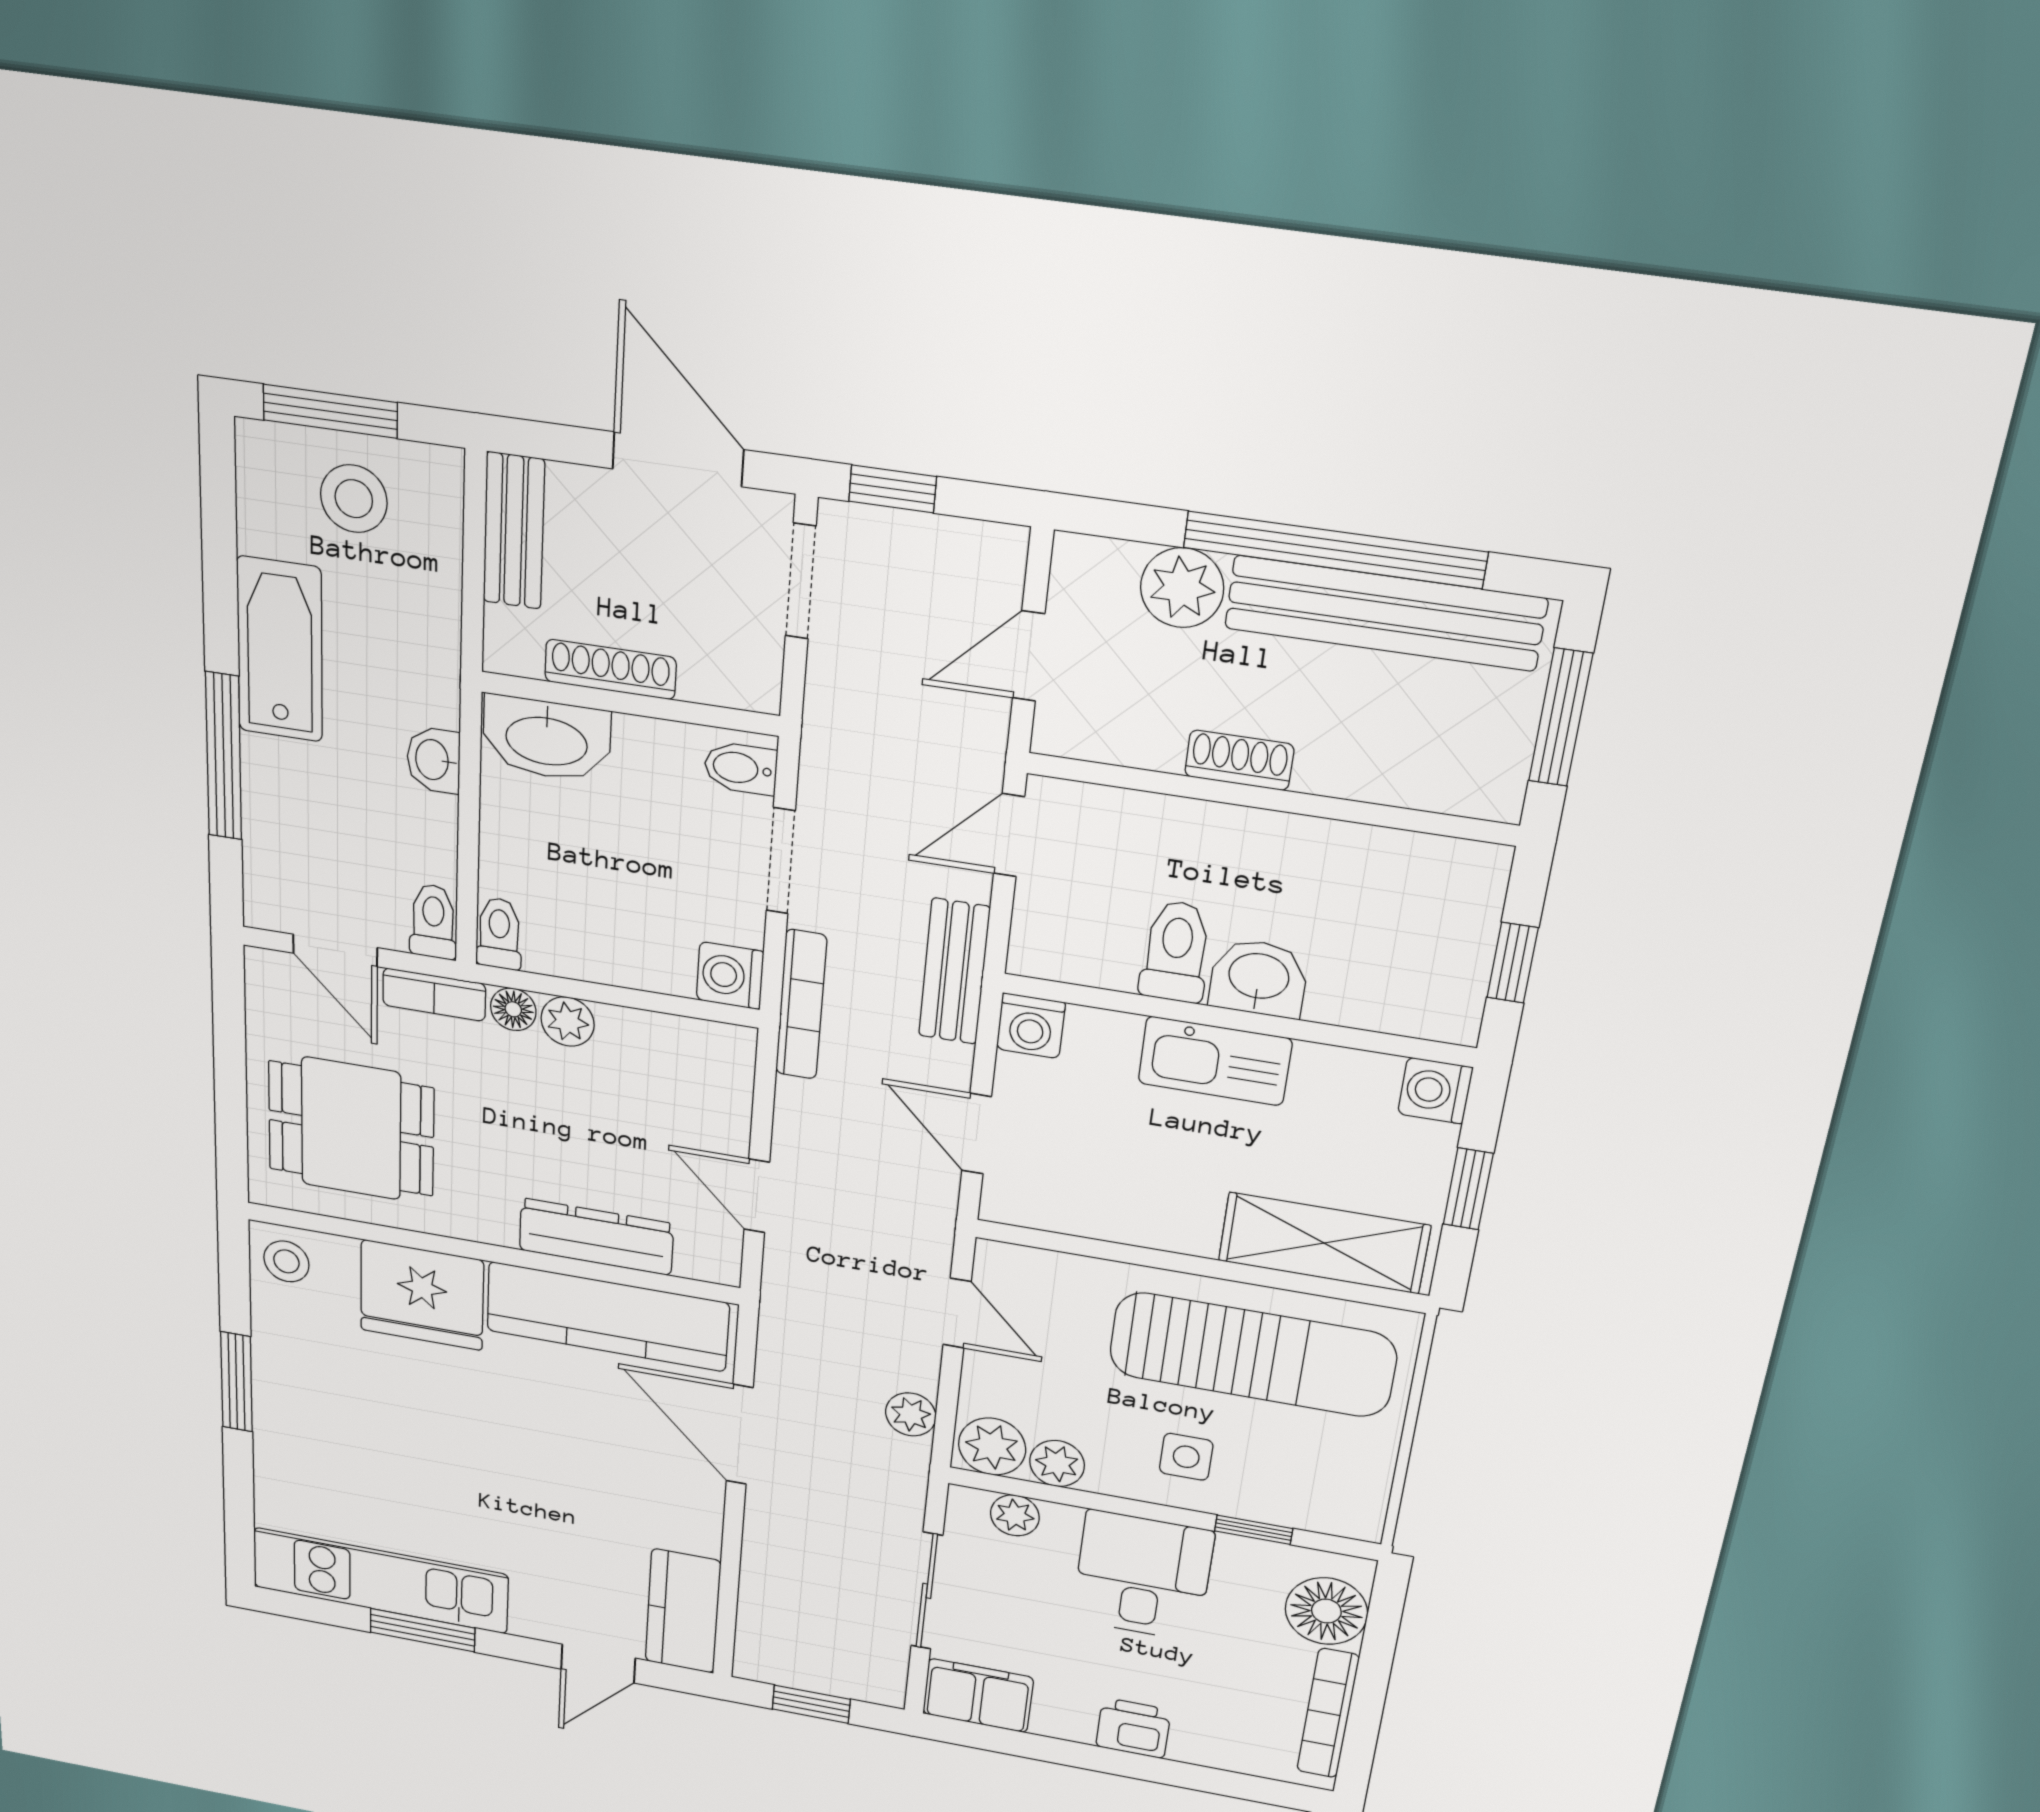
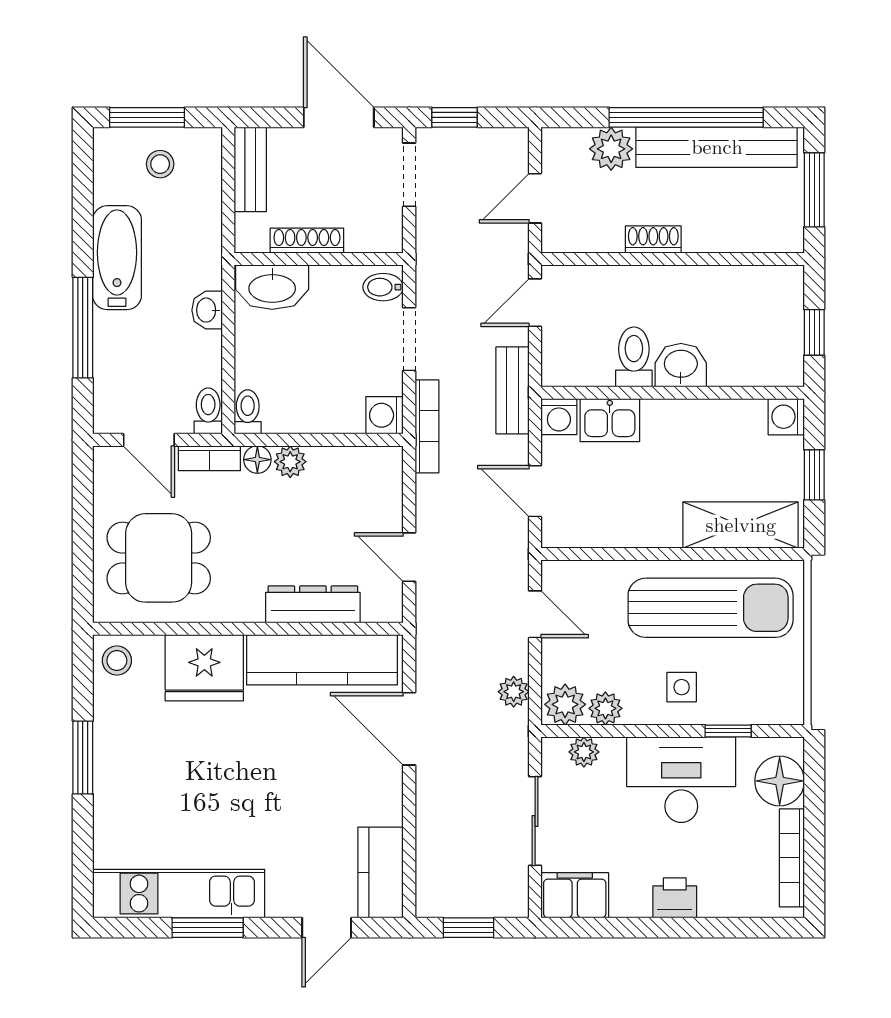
stool: (354, 499) -> (160, 164), width x0.73, depth x0.73
kitchen sink: (1215, 1061) -> (610, 420), moved, width x0.73
desk: (1143, 1576) -> (681, 780), width x1.37

